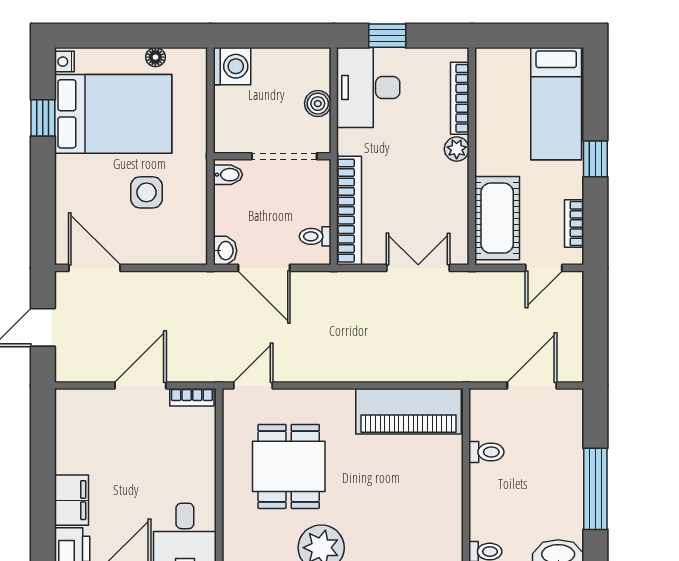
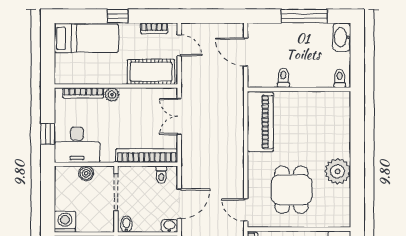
dining table: (289, 466) -> (292, 190), turned 90

